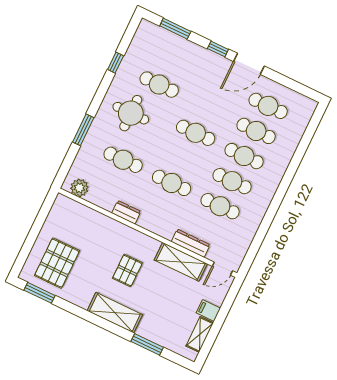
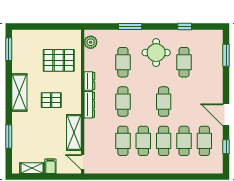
window: (218, 49) -> (226, 147), moved
dresser: (191, 243) -> (89, 105), moved
pallet: (57, 263) -> (59, 60), moved
shelving: (115, 313) -> (19, 93), moved

